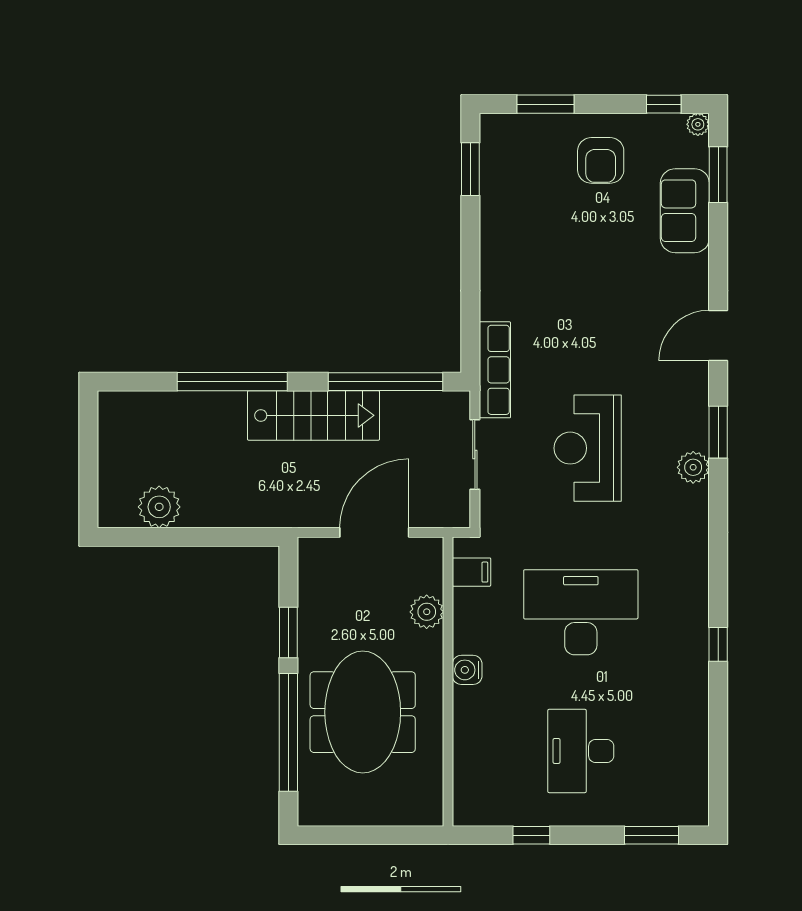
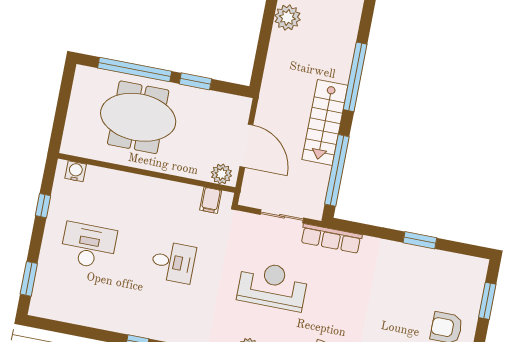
window: (470, 169) -> (420, 240), moved
plant: (427, 612) -> (221, 174), moved
desk: (581, 612) -> (173, 262), width x0.53, depth x0.77
water cooler: (467, 670) -> (76, 171), moved

